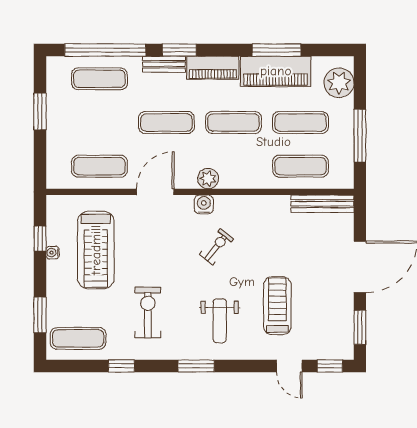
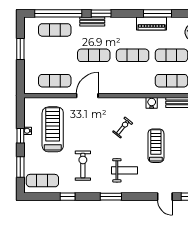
piano: (213, 68) -> (121, 24), removed
piano: (276, 71) -> (152, 23), width x0.73, depth x0.75
plant: (208, 179) -> (118, 88), removed
water cooler: (204, 204) -> (152, 103), moved
window: (40, 239) -> (20, 136), moved
treadmill: (96, 250) -> (53, 129), turned 180
treadmill: (277, 306) -> (156, 146), moved
weight bench: (220, 321) -> (125, 170), turned -90

